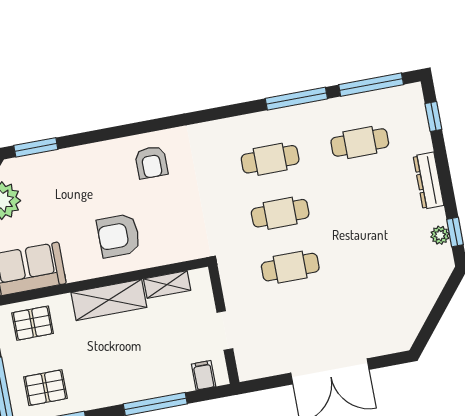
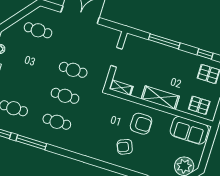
armchair: (151, 162) -> (125, 147), moved, turned -113
shelving: (167, 285) -> (121, 88), moved
cafe table: (390, 304) -> (38, 30), added
filing cabinet: (204, 375) -> (136, 43), removed

